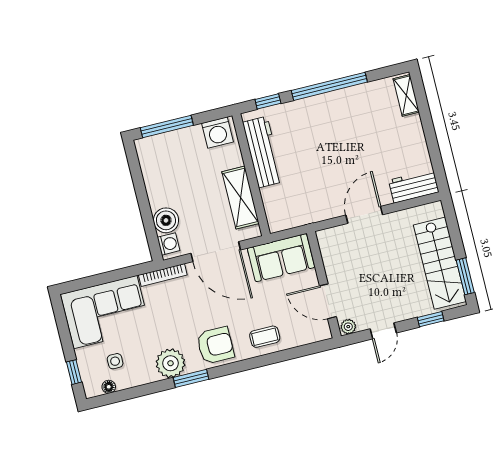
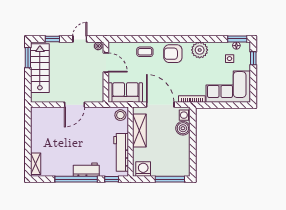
workbench: (414, 186) -> (86, 170), moved, turned 180
stool: (280, 216) -> (120, 115), added
window: (191, 378) -> (237, 39), moved

